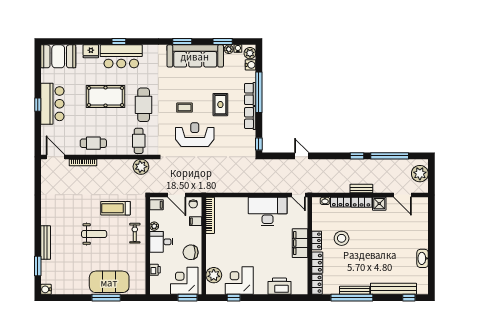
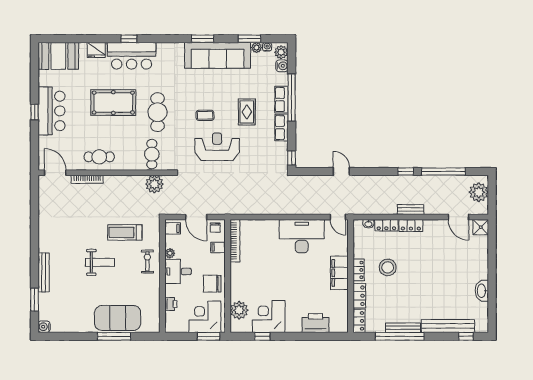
shower: (379, 204) -> (481, 227), moved

